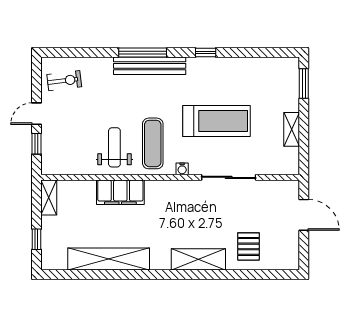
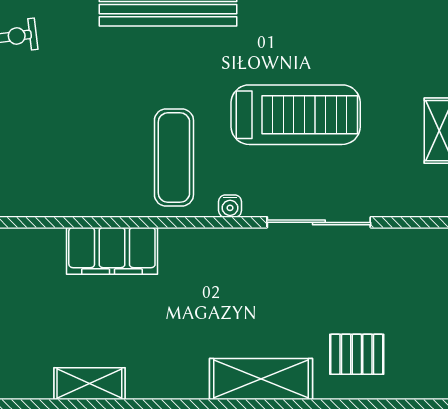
weight bench: (114, 147) -> (101, 165), removed
pallet: (248, 246) -> (357, 354), turned 90
shelving: (109, 259) -> (89, 384), width x0.45, depth x0.75

